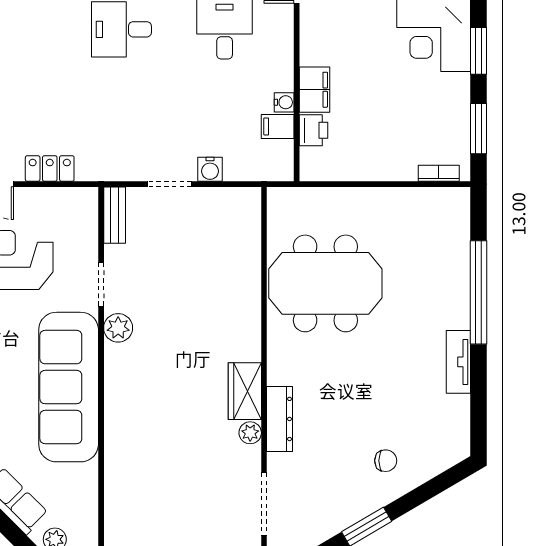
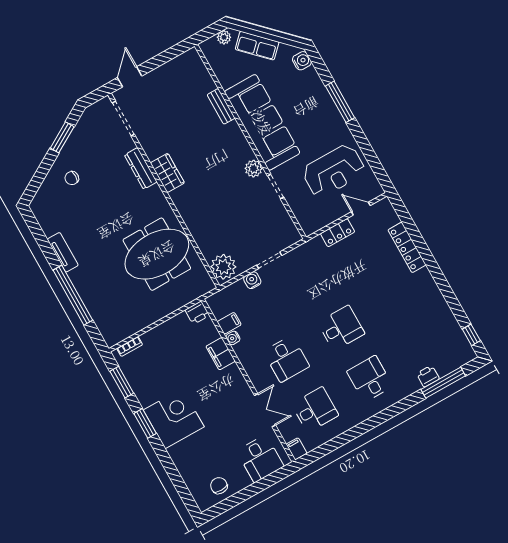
printer: (313, 130) -> (197, 313), moved, turned -90
bench: (115, 215) -> (221, 106), moved
plant: (250, 433) -> (223, 267), moved, width x1.87, depth x1.87

